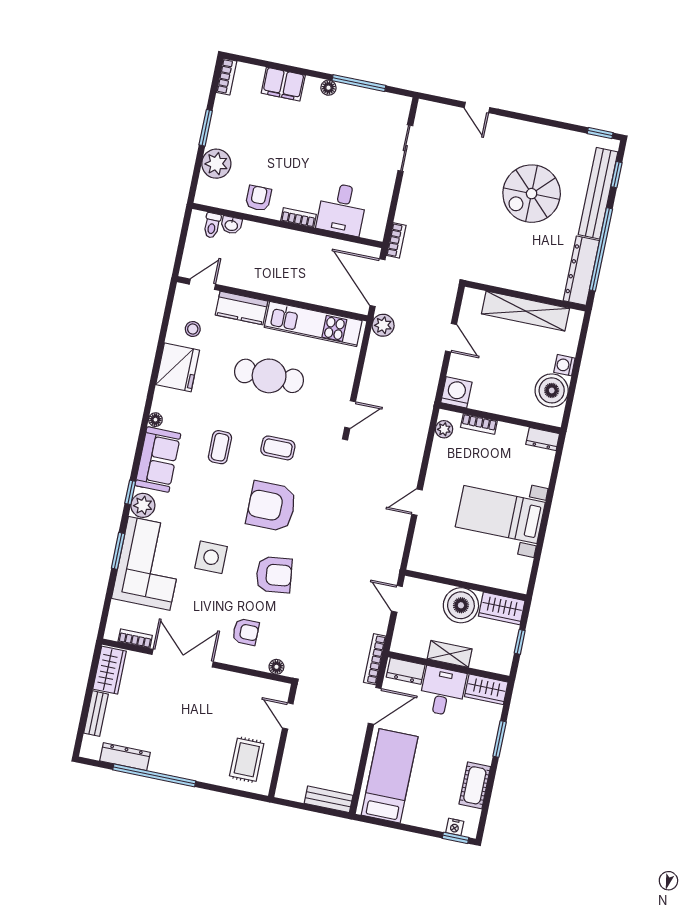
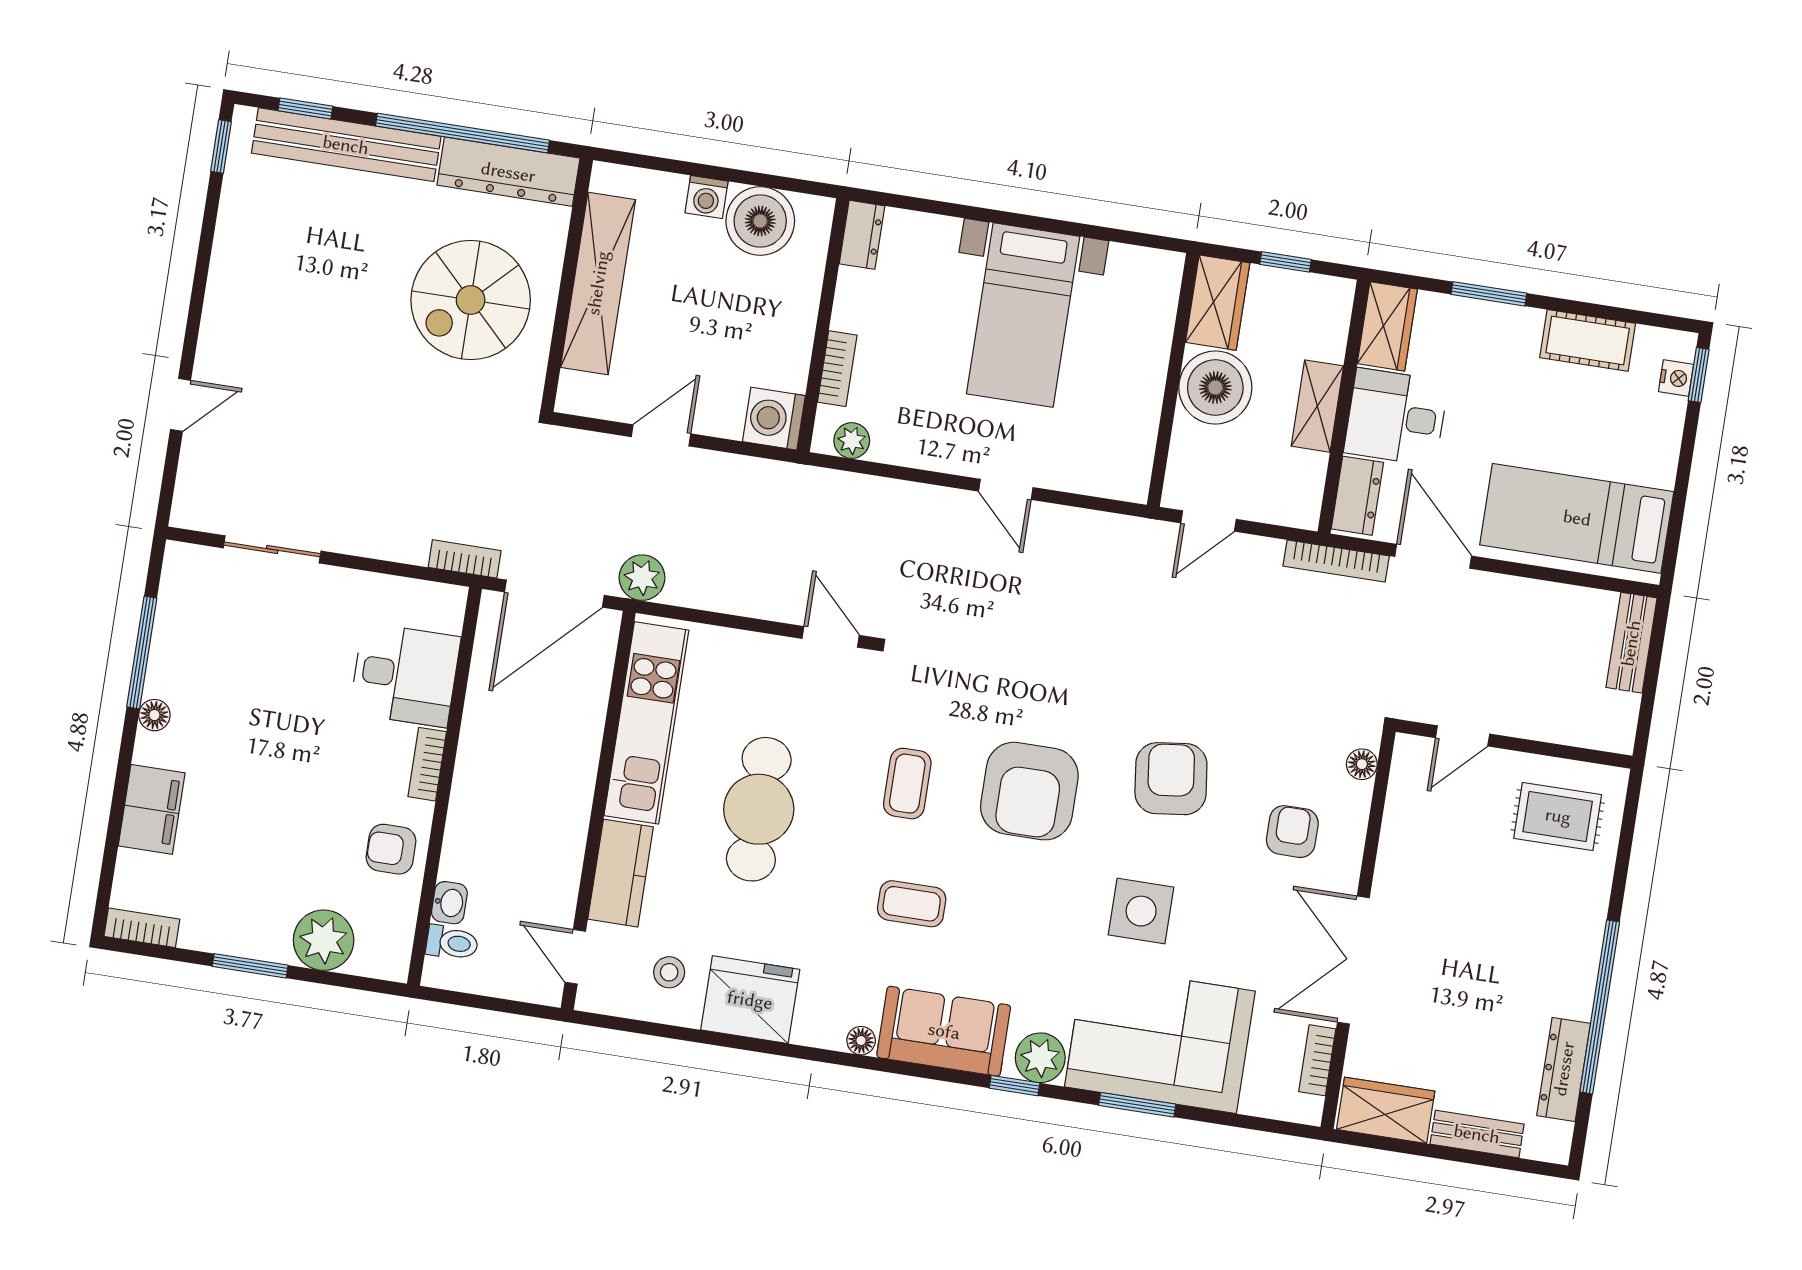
spiral stairs: (532, 194) -> (471, 300), moved, turned 90

